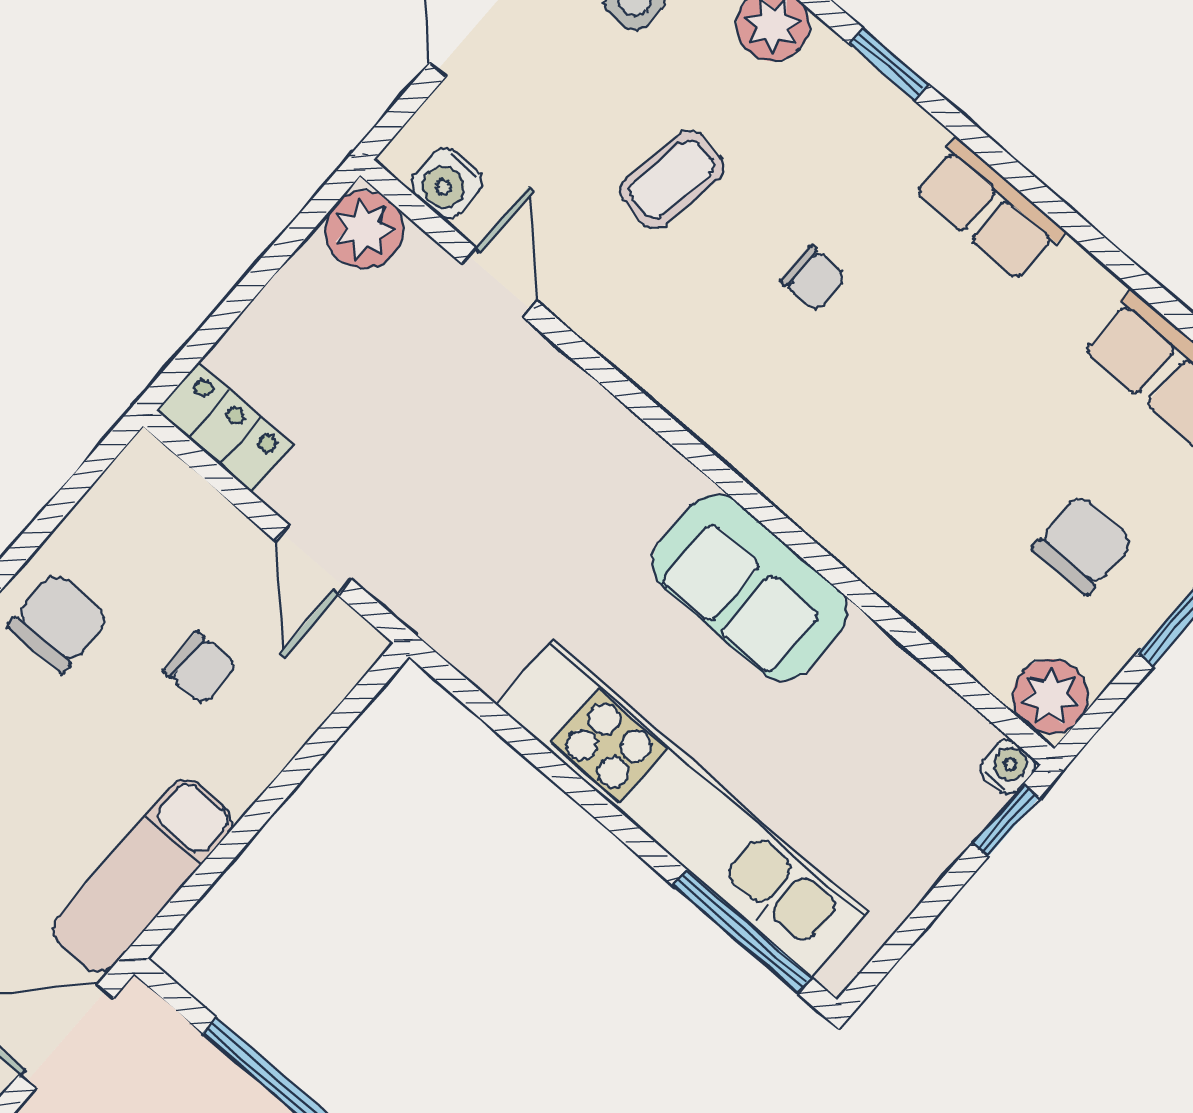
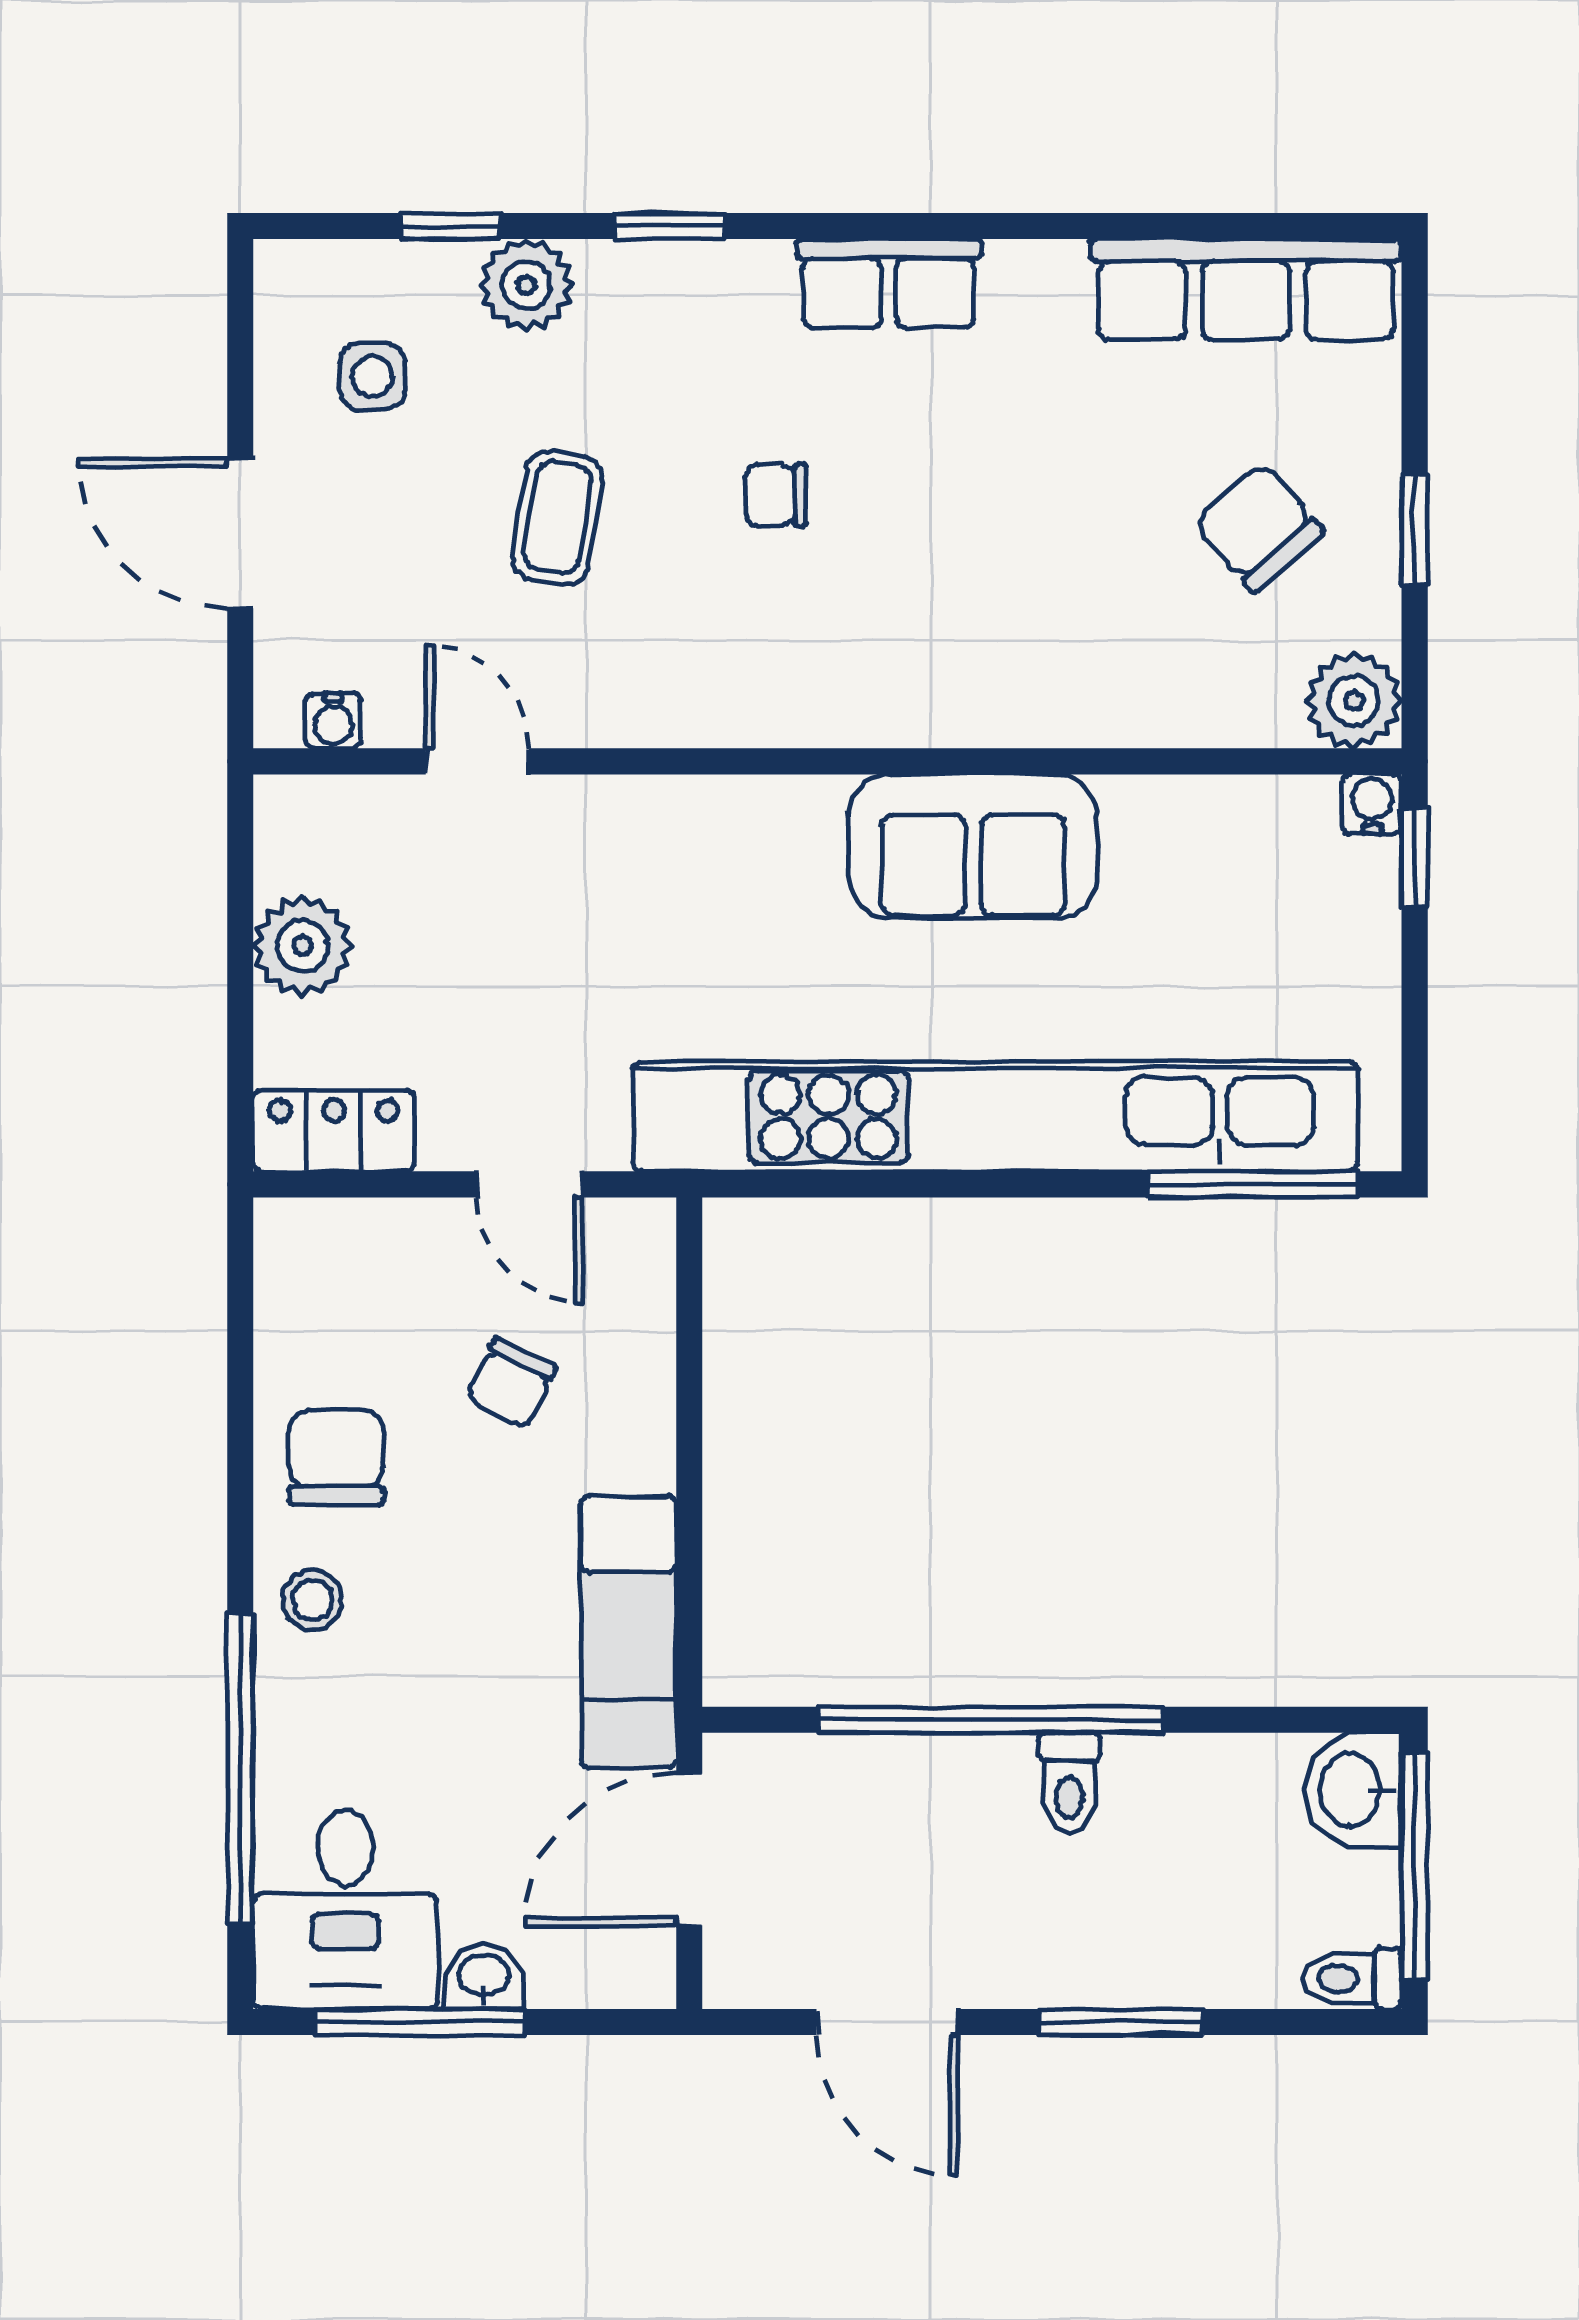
water cooler: (447, 183) -> (333, 721), width x0.72, depth x0.72
plant: (364, 230) -> (303, 946), moved
chair: (813, 278) -> (776, 495), turned 180
chair: (1083, 545) -> (1259, 527), turned -41
chair: (200, 668) -> (511, 1383), turned 116
kitchen unit: (681, 808) -> (995, 1117), width x1.36

